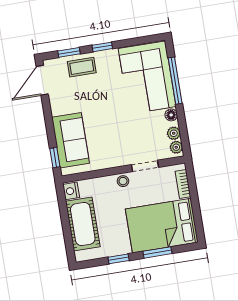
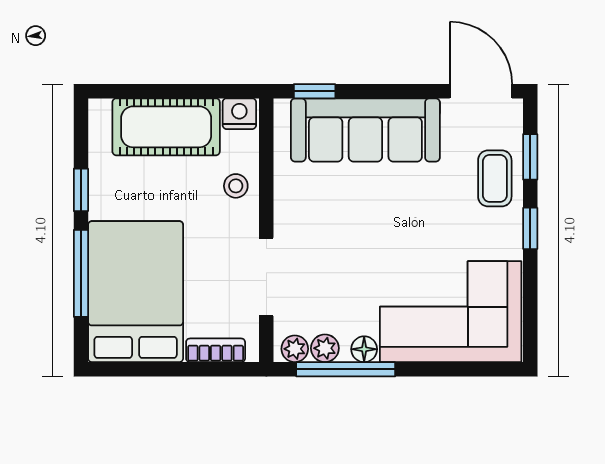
window: (175, 81) -> (346, 369), moved
sofa: (71, 140) -> (365, 130), width x1.36
doorway: (145, 166) -> (266, 277), width x1.38
stool: (123, 181) -> (236, 186), moved
window: (157, 252) -> (81, 273), width x1.44

